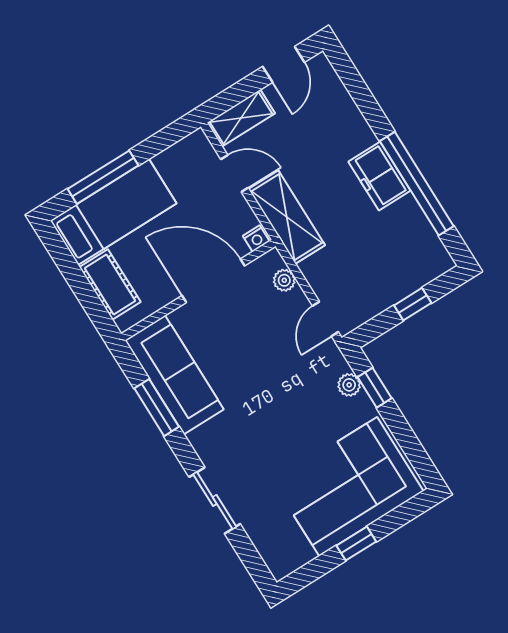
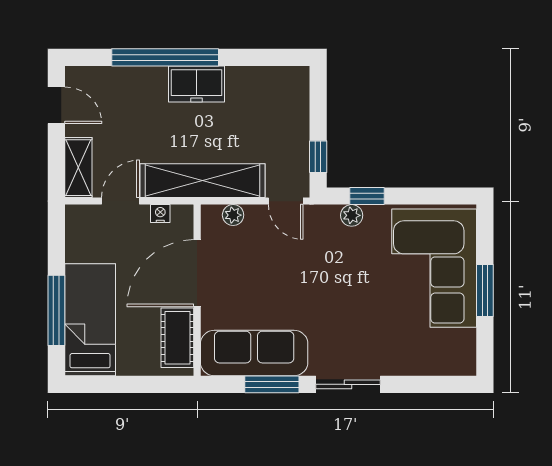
window: (417, 184) -> (165, 57), moved
shelving: (287, 217) -> (203, 181), width x1.47
nightstand: (256, 239) -> (160, 214), moved, turned -90
cot: (110, 284) -> (177, 338), moved, turned 90
window: (413, 304) -> (318, 157), moved
sliding door: (215, 500) -> (348, 384), moved
window: (356, 544) -> (485, 291), width x1.50

